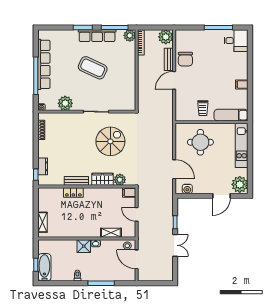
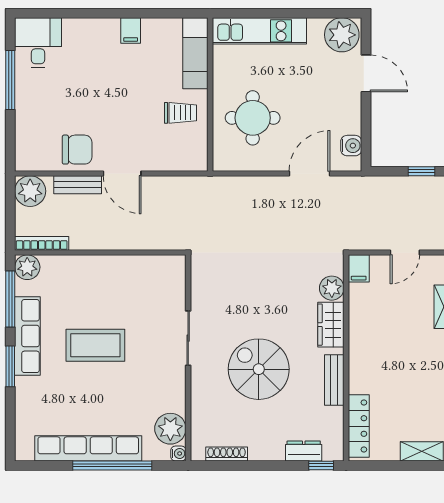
coffee table: (93, 68) -> (95, 345), turned 65
plant: (65, 103) -> (170, 429), moved
spiral stairs: (110, 141) -> (259, 369), moved
locker: (73, 192) -> (359, 426), moved, width x1.53

